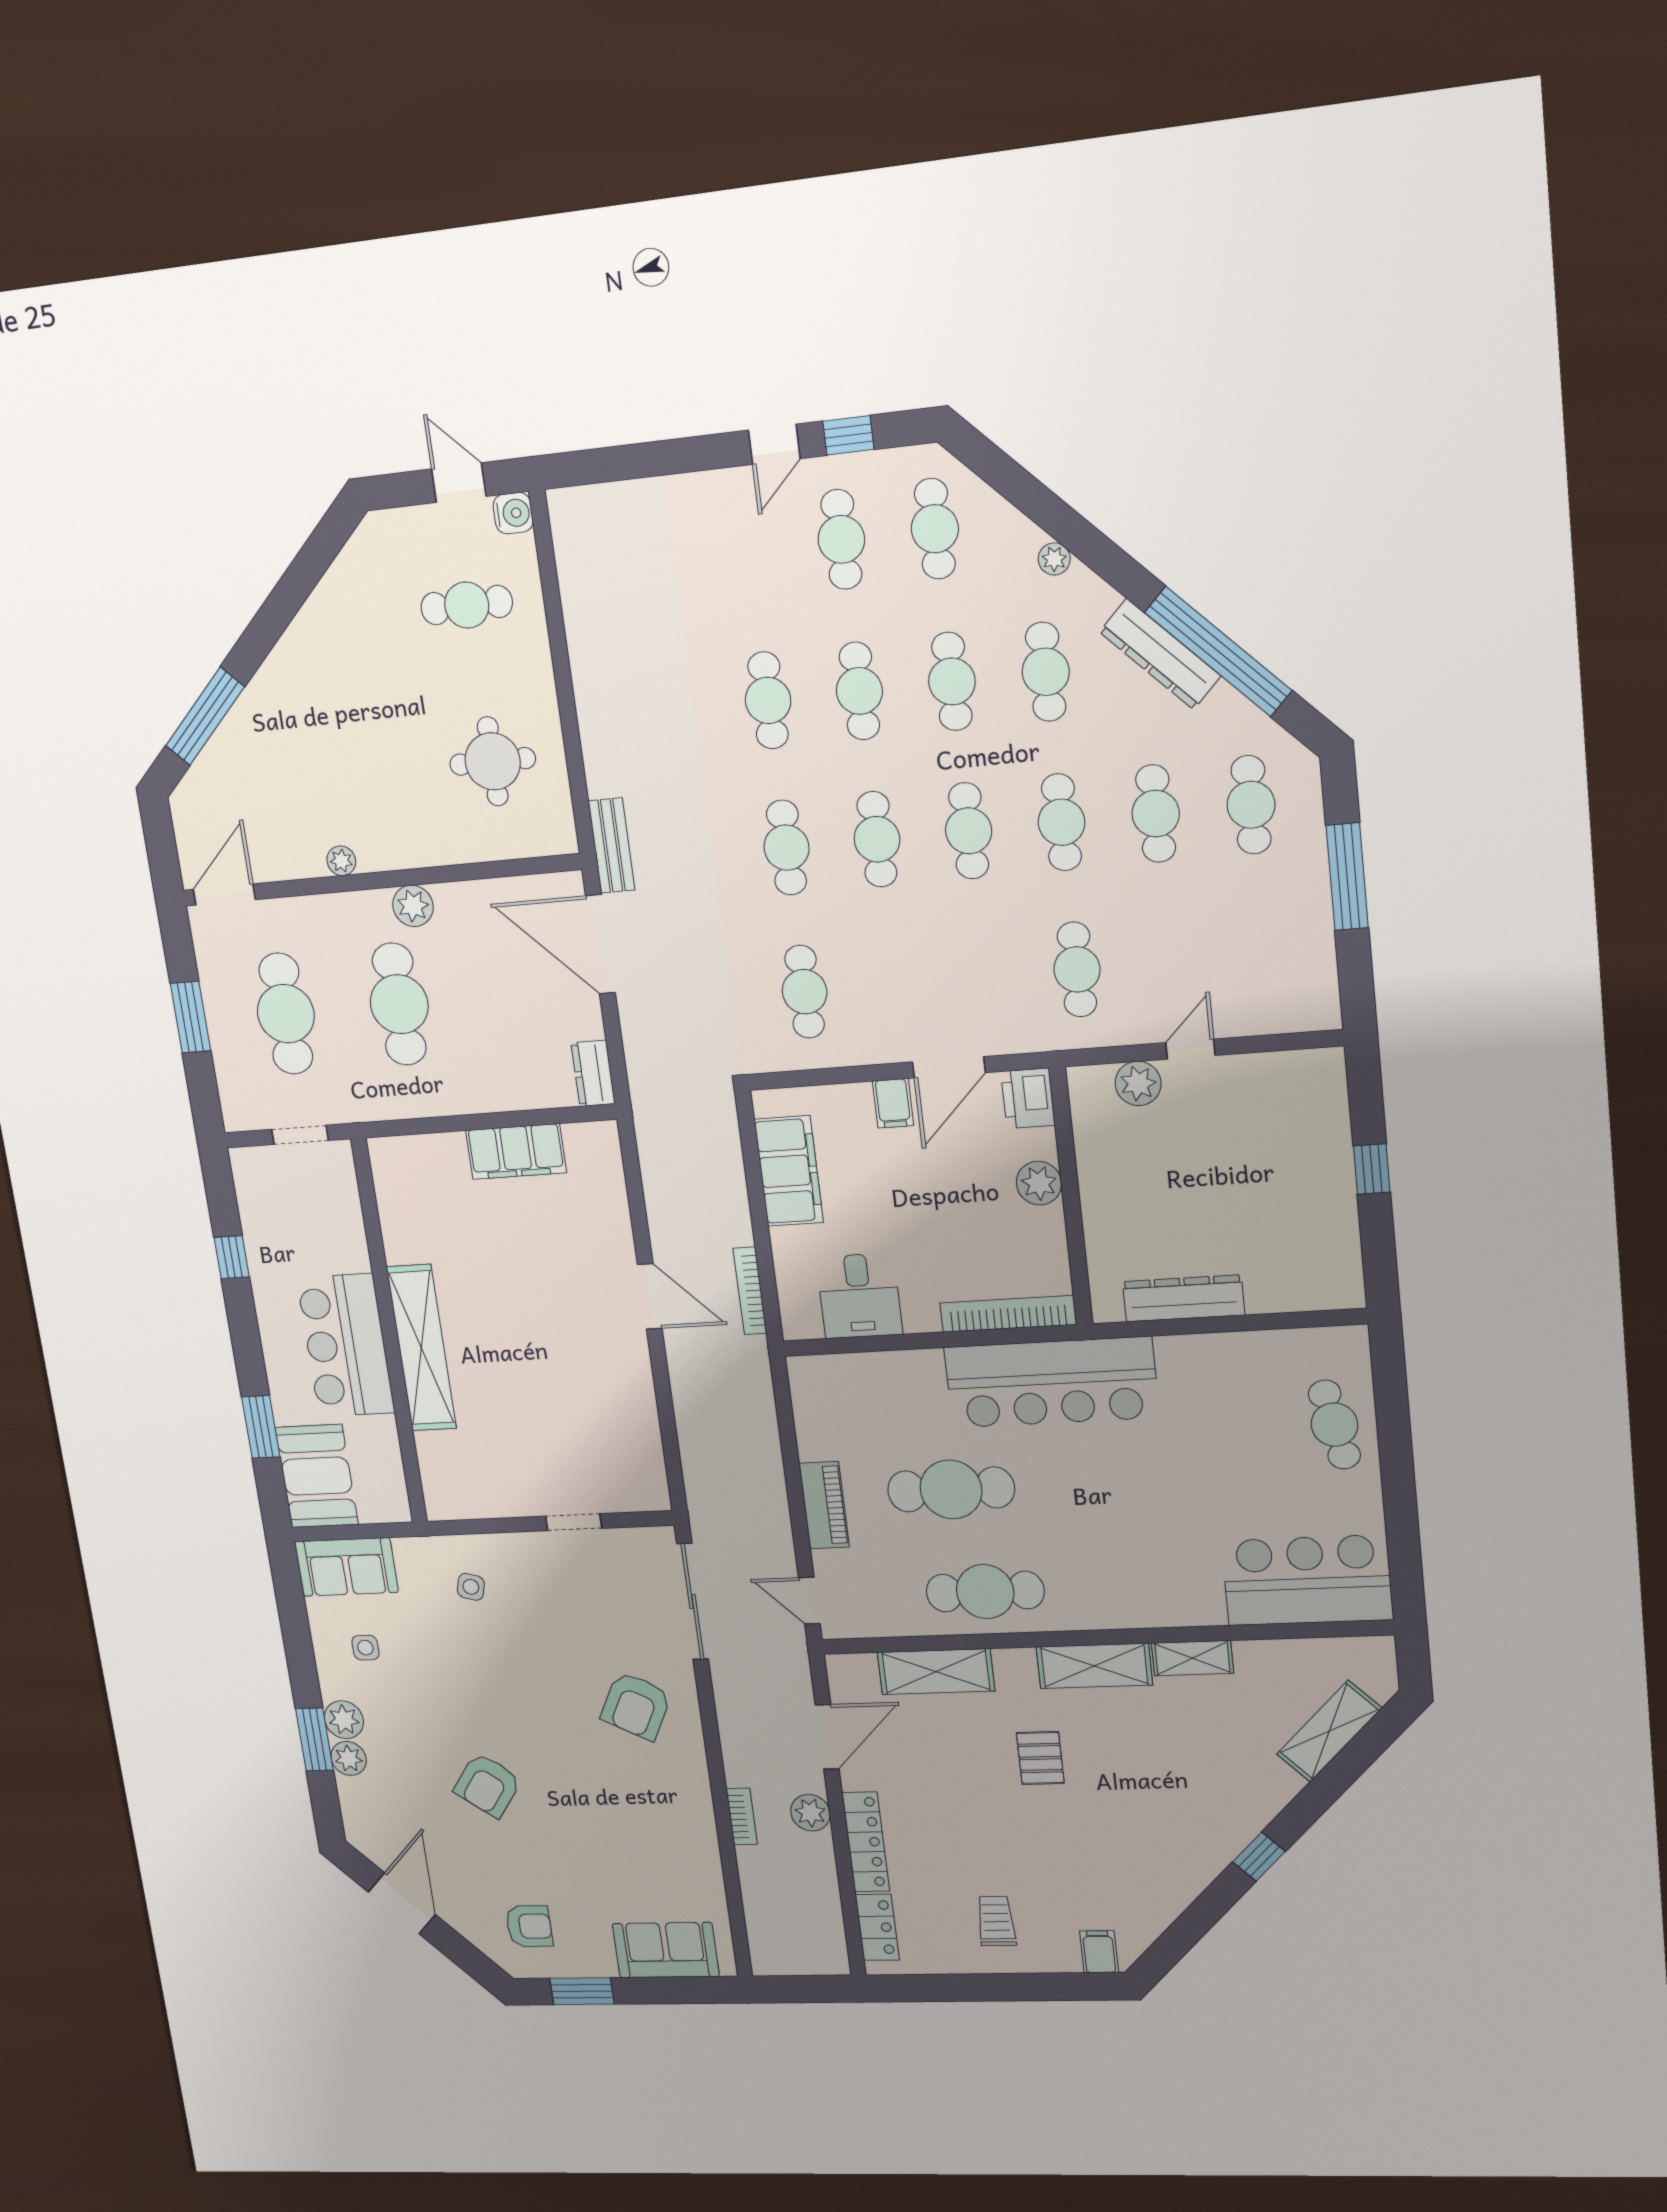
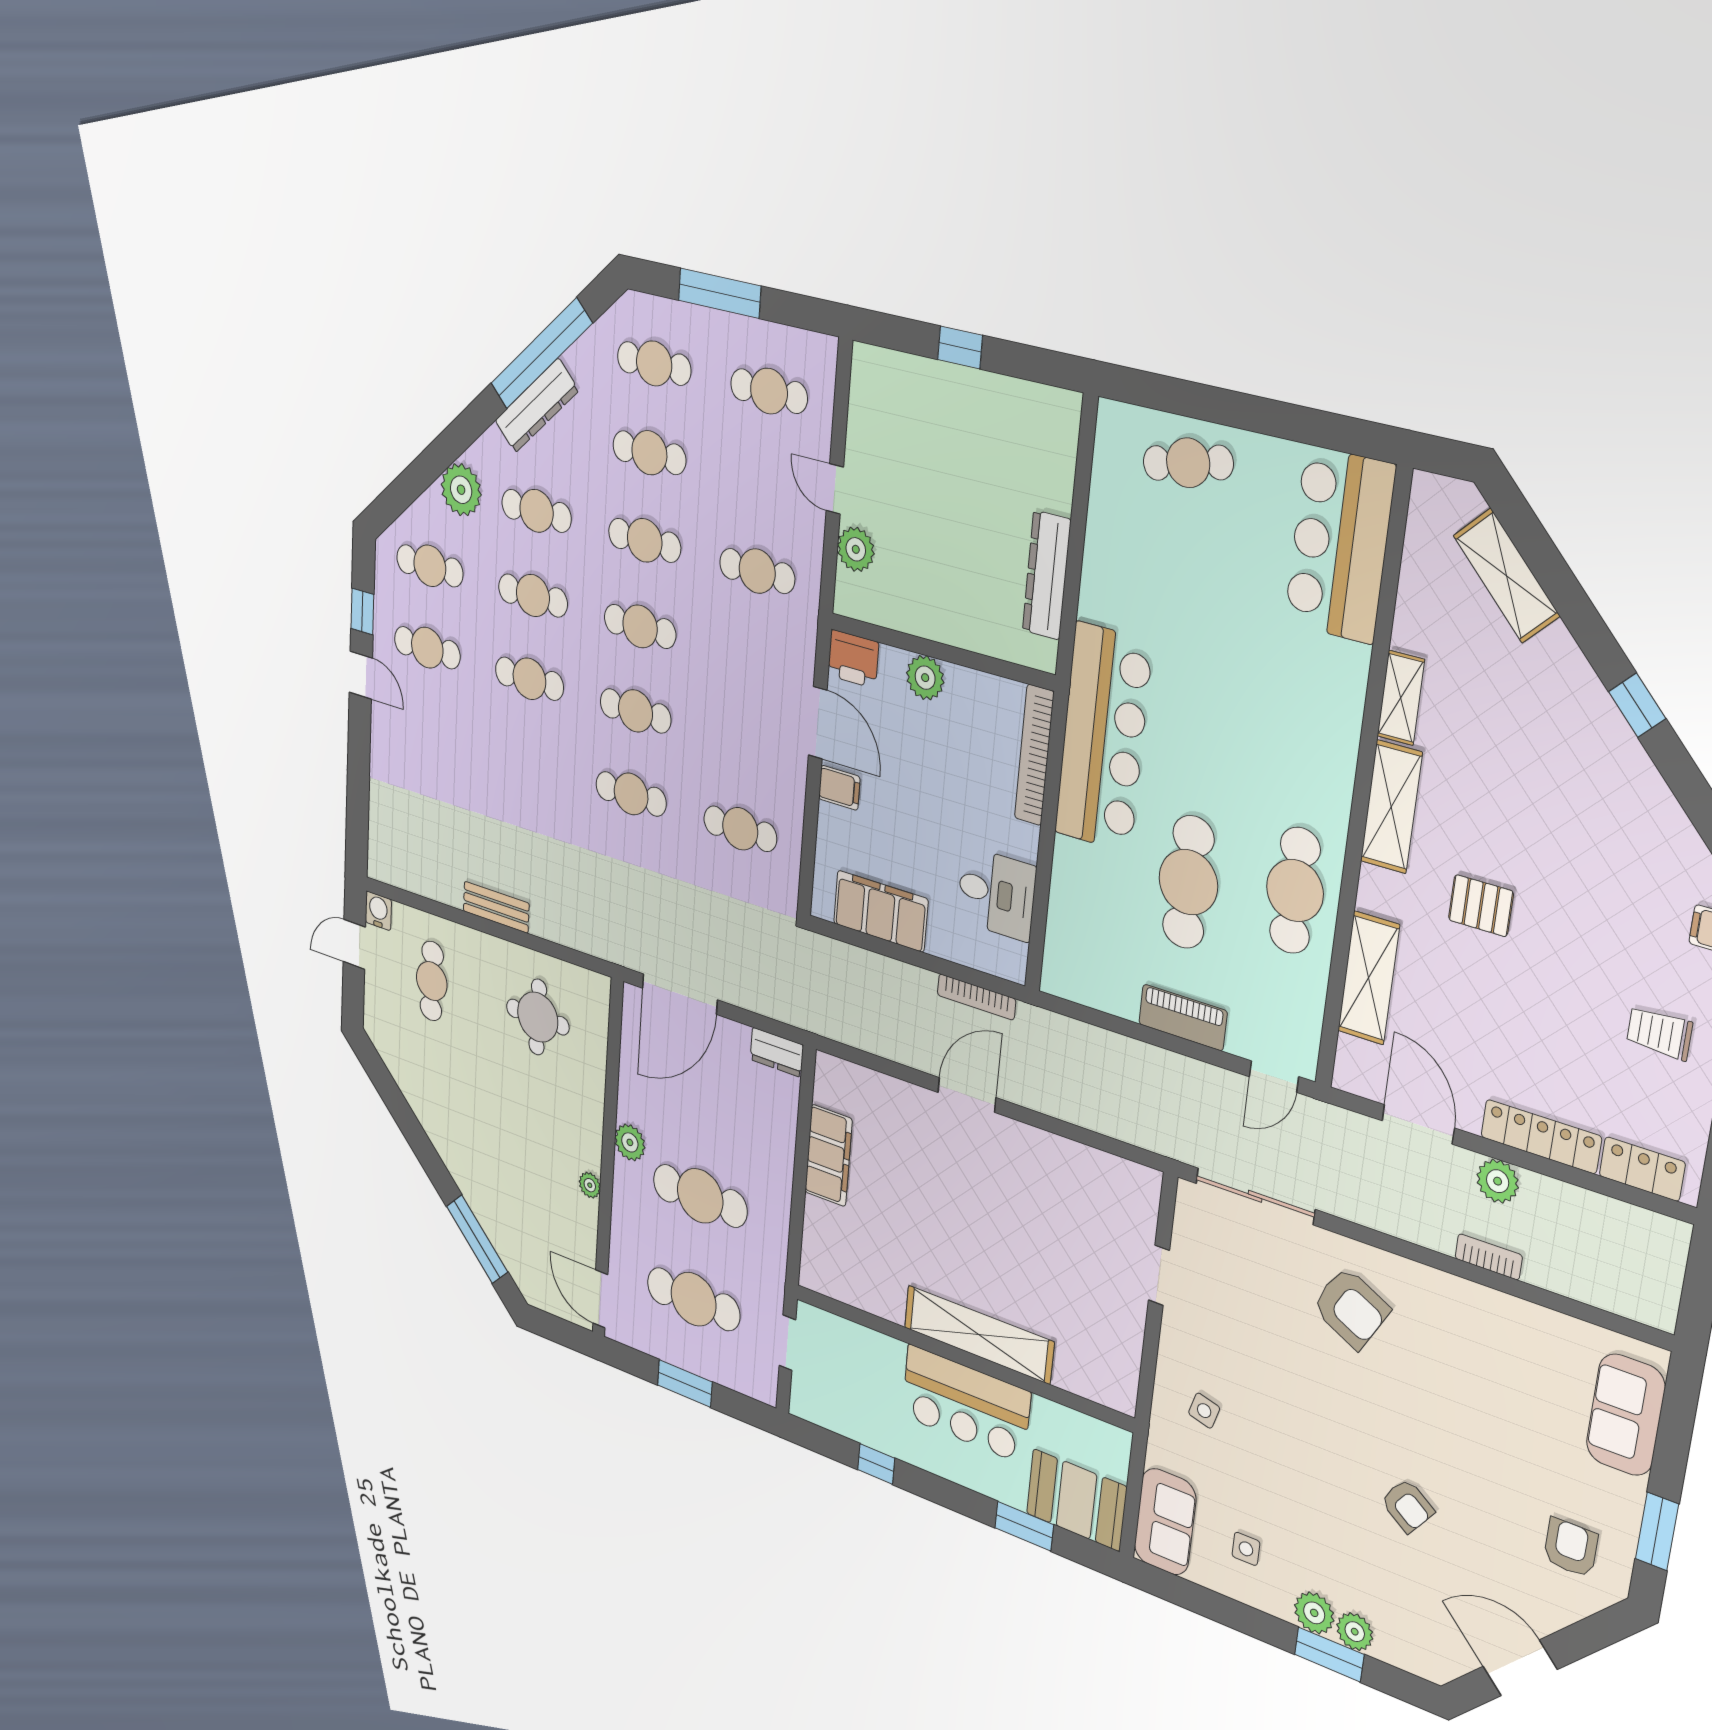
plant: (1054, 559) -> (461, 490), width x1.88, depth x1.88
cafe table: (768, 700) -> (769, 391), moved
bench: (612, 845) -> (496, 907), moved
armchair: (487, 1785) -> (1407, 1506), width x0.72, depth x0.72

